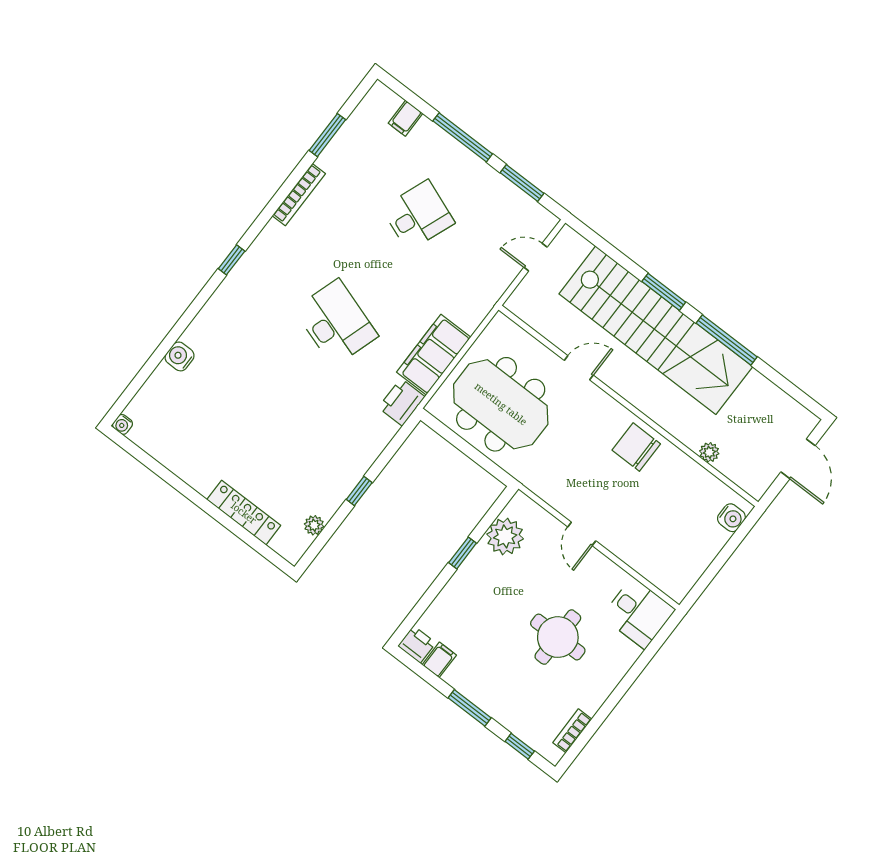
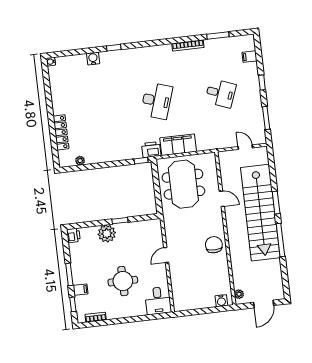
window: (463, 137) -> (262, 83), width x0.46
window: (232, 260) -> (114, 48), moved
plant: (709, 452) -> (239, 294), moved
window: (359, 491) -> (141, 161), moved
plant: (505, 536) -> (107, 233), moved
filing cabinet: (439, 660) -> (80, 290), moved

